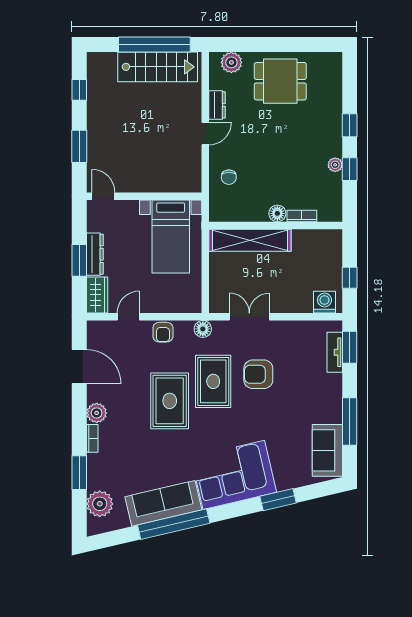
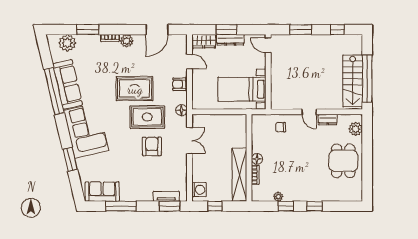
plant: (335, 165) -> (278, 197), moved
door: (103, 196) -> (268, 45), swing flipped
shelving: (250, 240) -> (239, 175), moved

